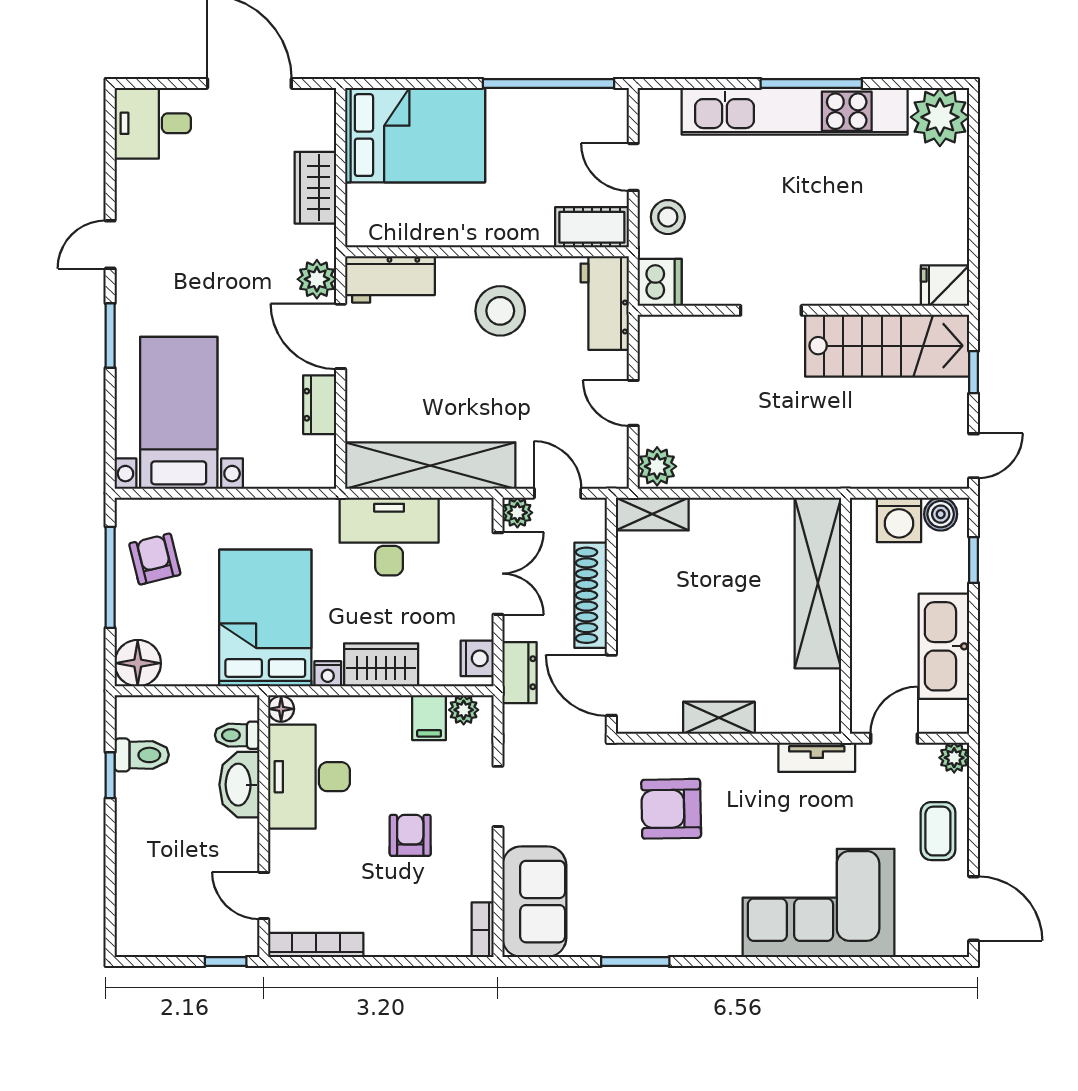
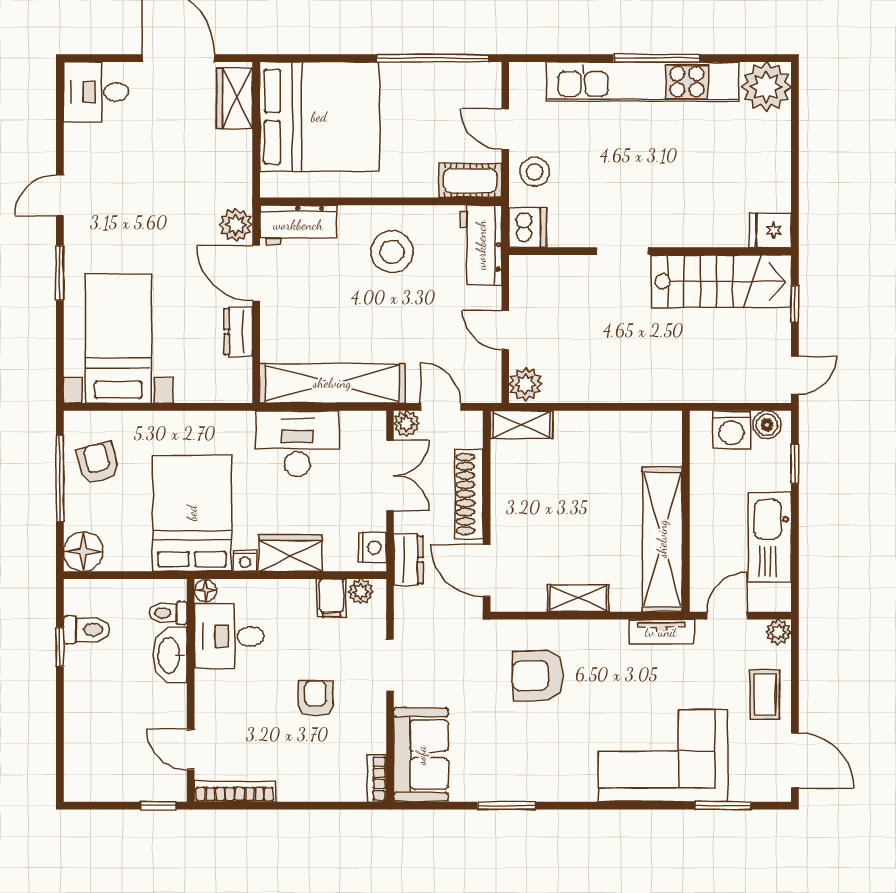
bed: (415, 135) -> (319, 117), width x1.36
wardrobe: (315, 188) -> (235, 98), moved
shelving: (818, 583) -> (662, 539), moved
desk: (309, 777) -> (229, 636), width x0.73
window: (889, 962) -> (723, 806), added

